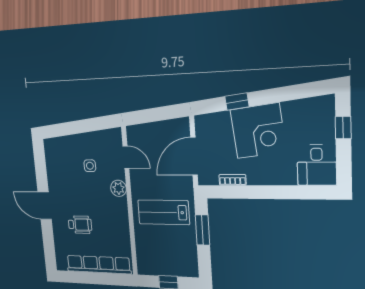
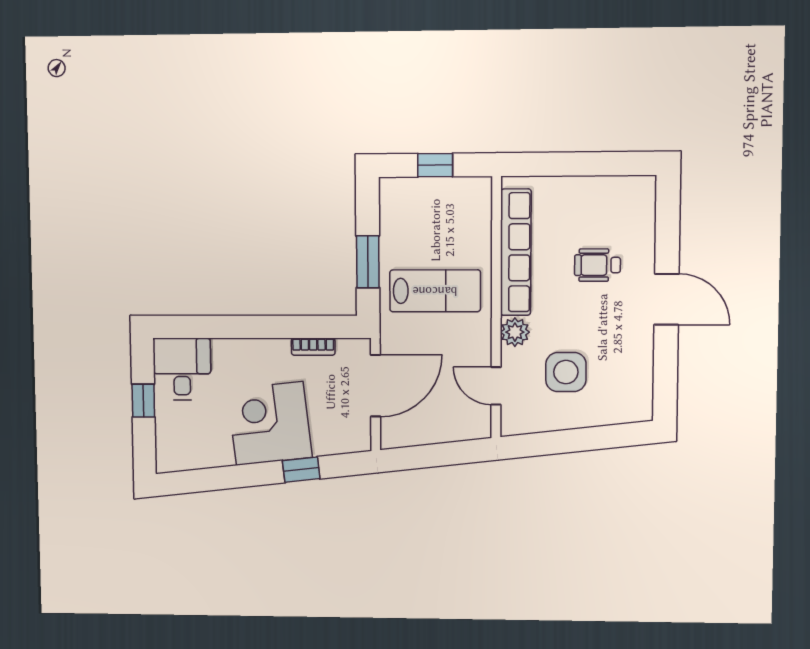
window: (343, 128) -> (143, 401), moved
side table: (90, 166) -> (566, 372), width x1.87, depth x1.87
row of seats: (98, 265) -> (516, 252), moved, turned -90

